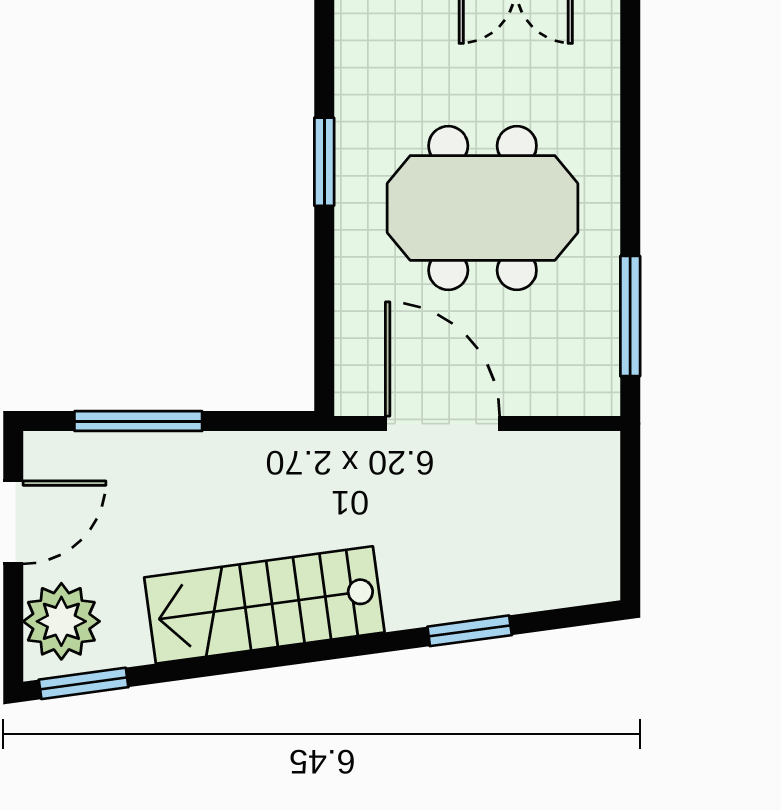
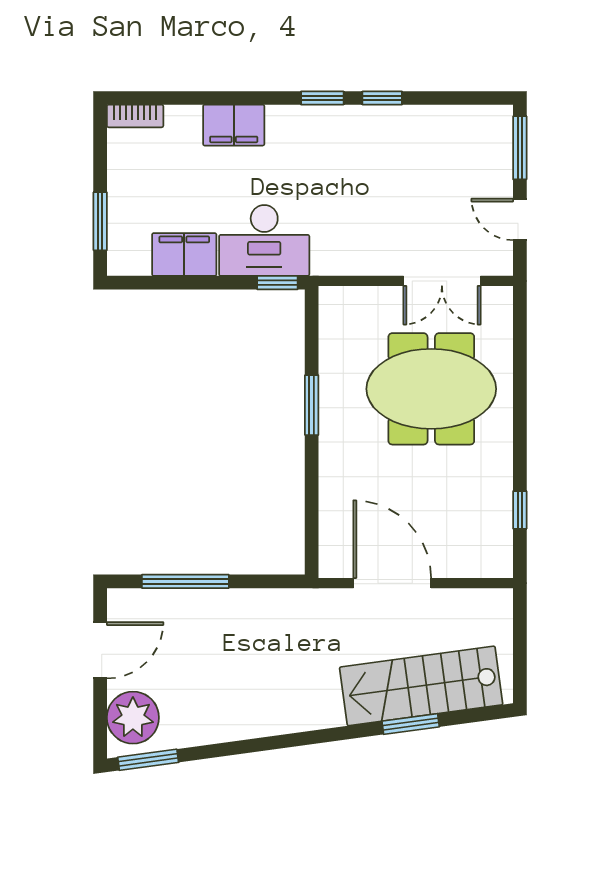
meeting table: (483, 208) -> (431, 389), moved
window: (630, 316) -> (520, 510), width x0.46
stairs: (264, 605) -> (421, 686), moved

